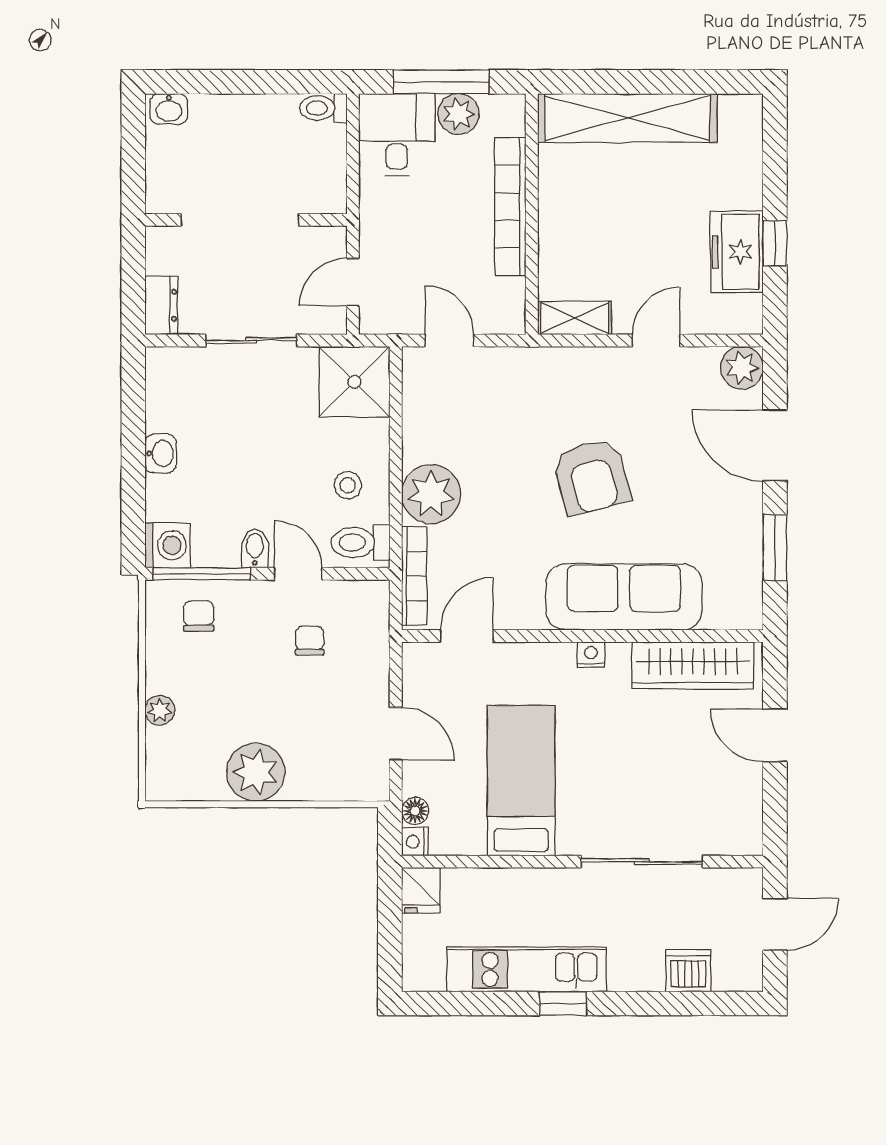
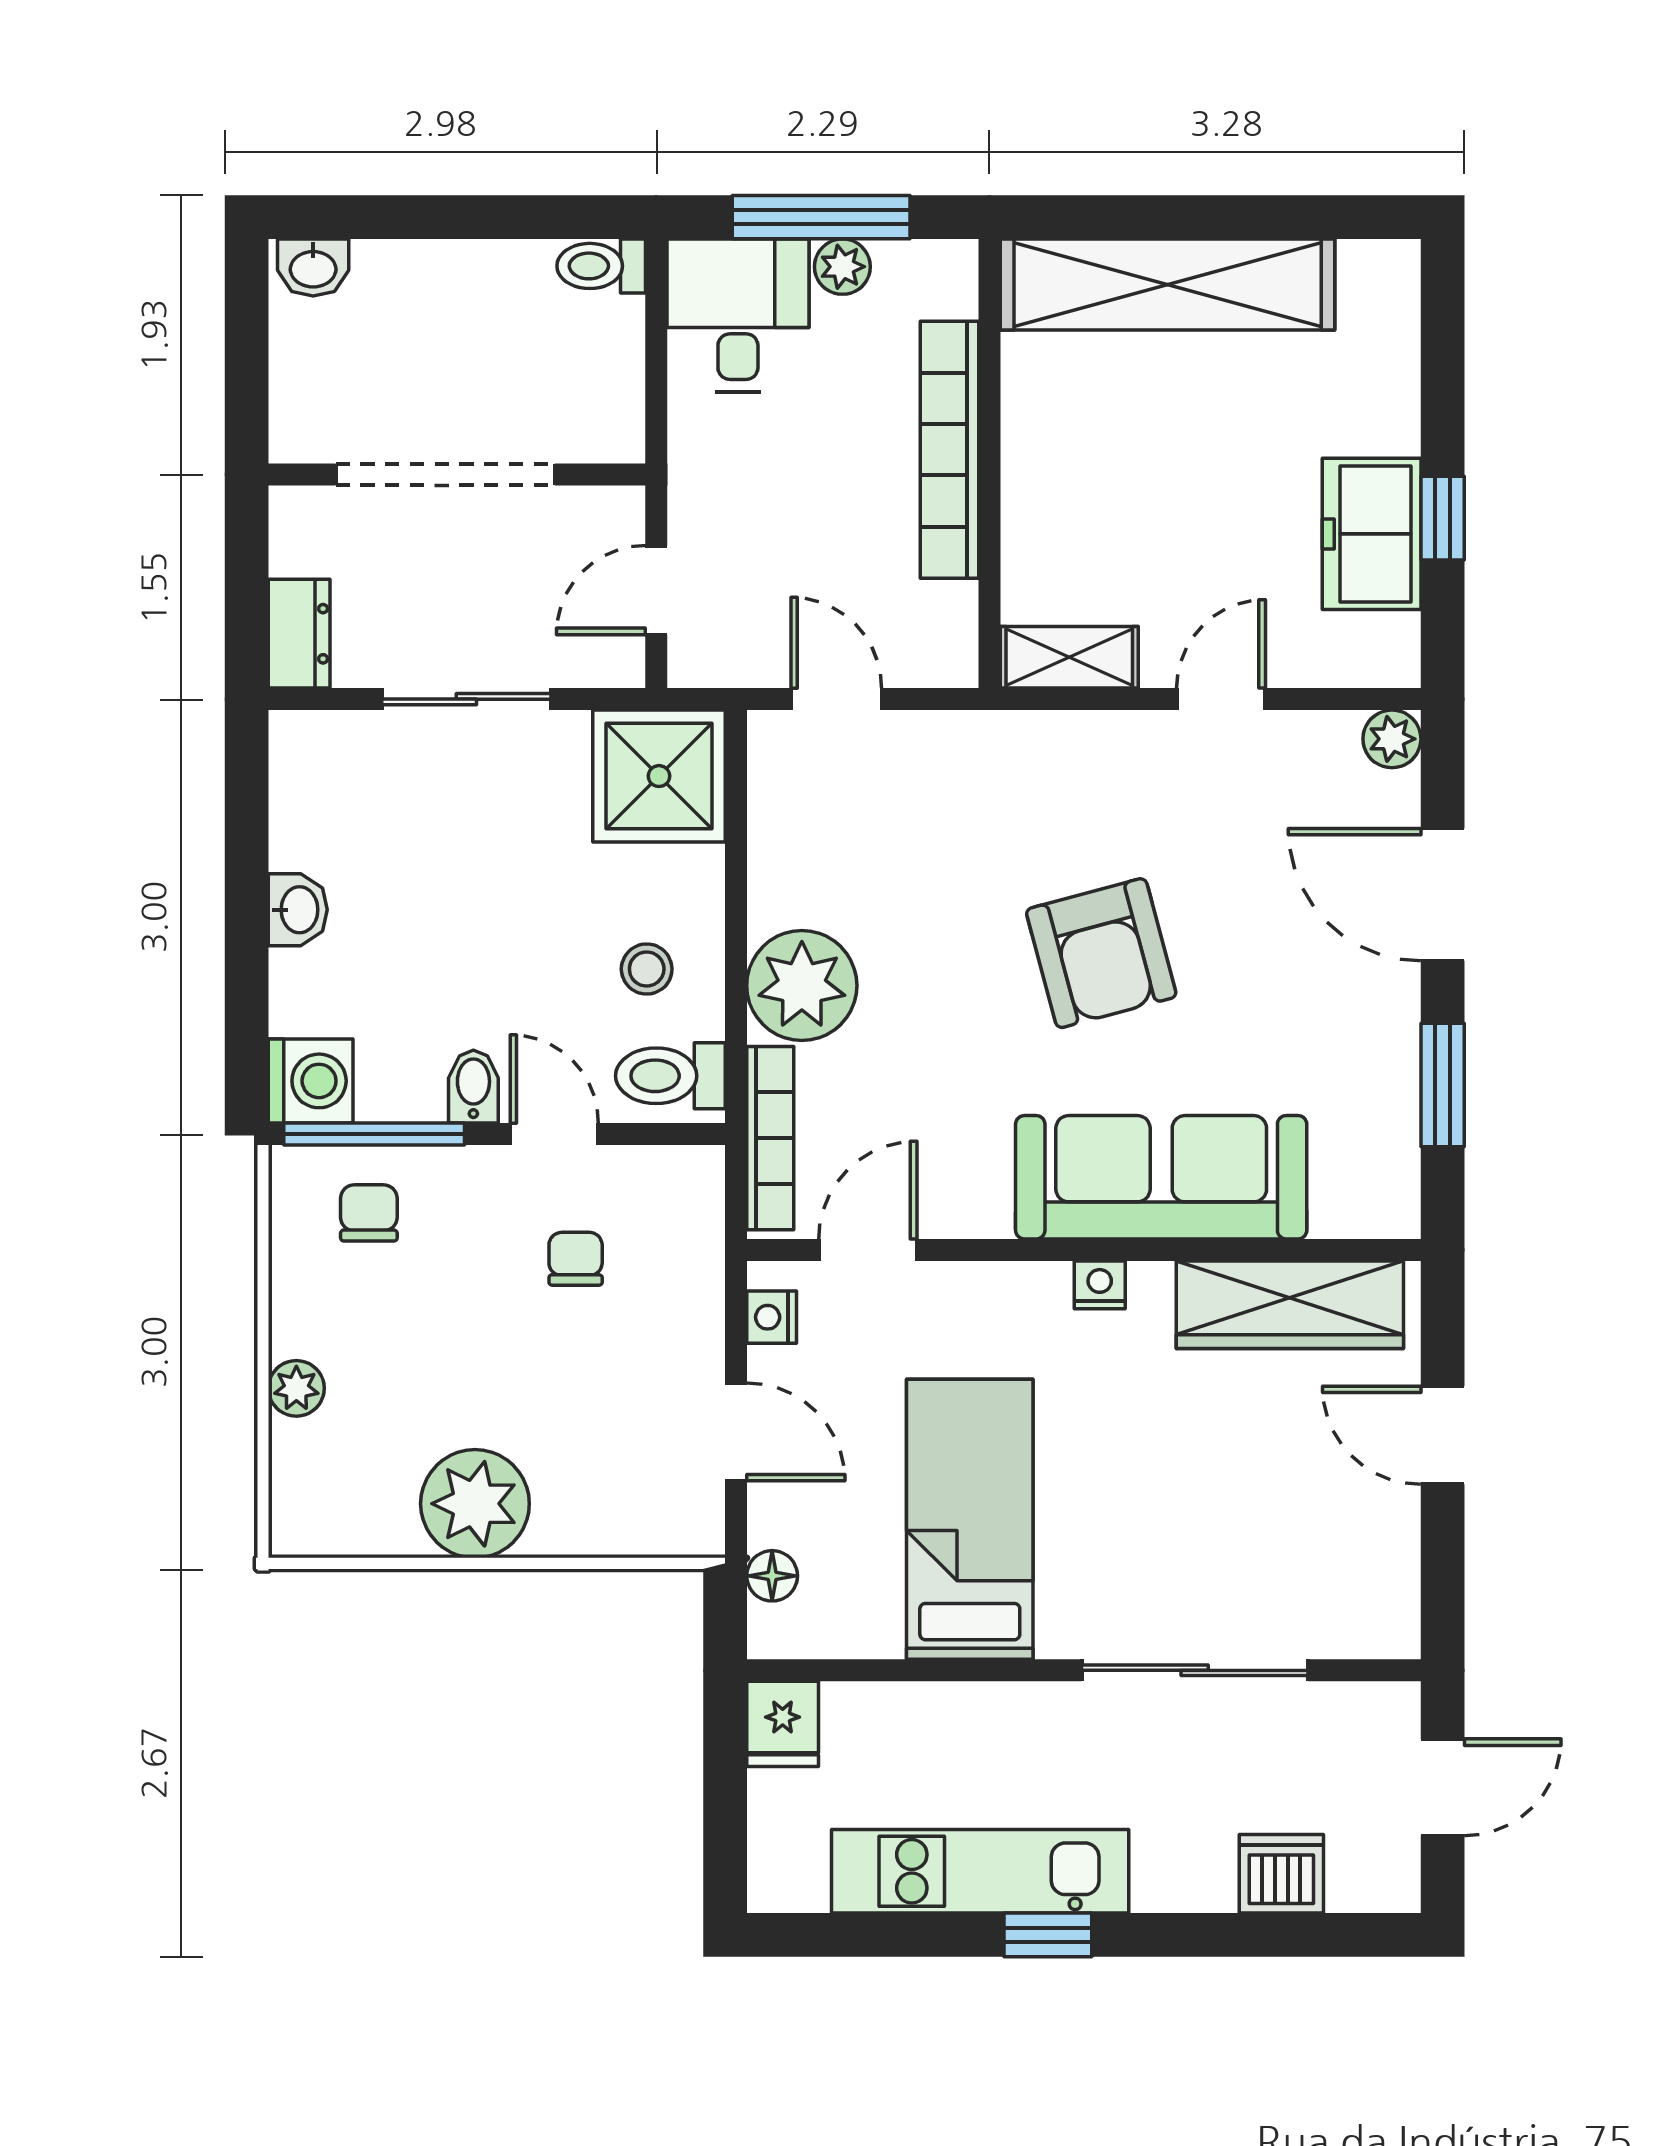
plant: (458, 114) -> (842, 267), width x0.73, depth x0.73
plant: (742, 368) -> (1392, 739), width x0.73, depth x0.73
nightstand: (415, 842) -> (772, 1317), moved

